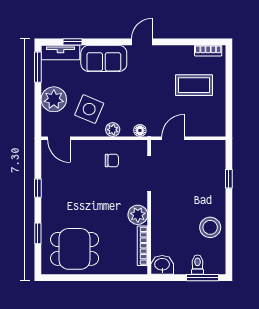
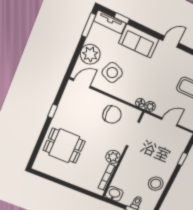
plant: (113, 130) -> (150, 106), moved
door: (59, 138) -> (82, 83), swing flipped
door: (173, 138) -> (169, 122), moved
chair: (112, 161) -> (112, 115), width x1.87, depth x1.87
window: (38, 233) -> (40, 141), removed
dining table: (75, 249) -> (64, 146), moved

